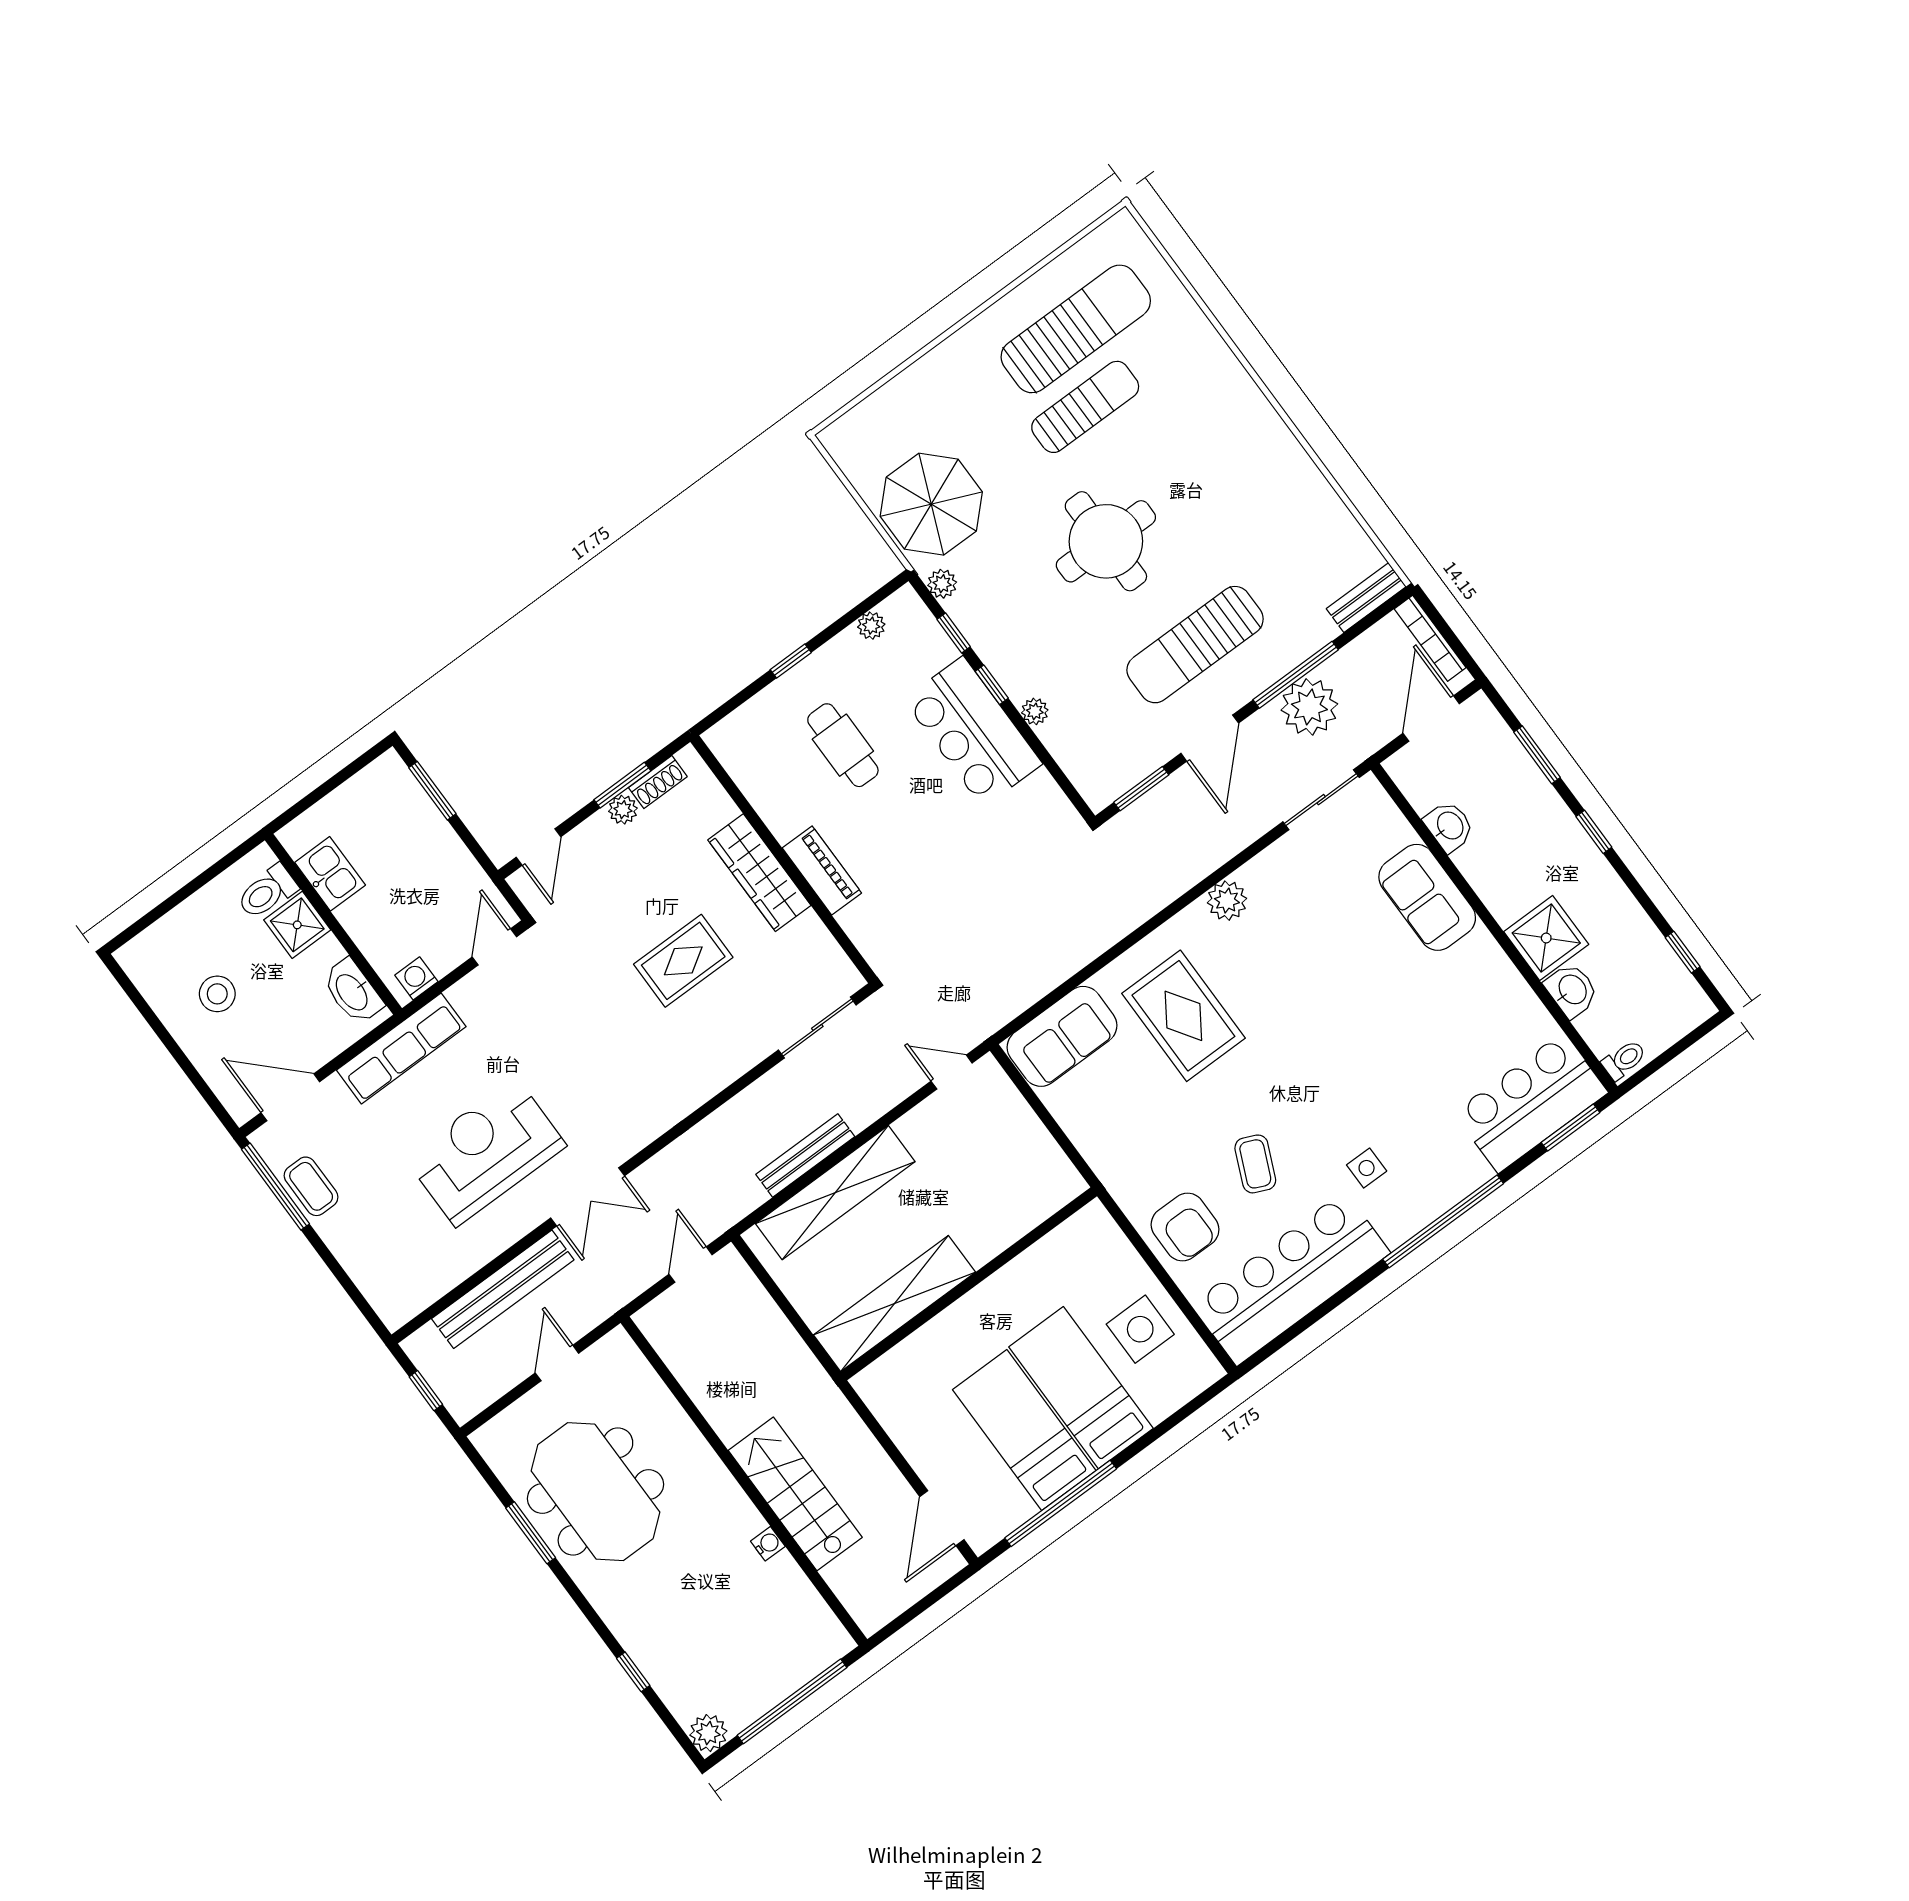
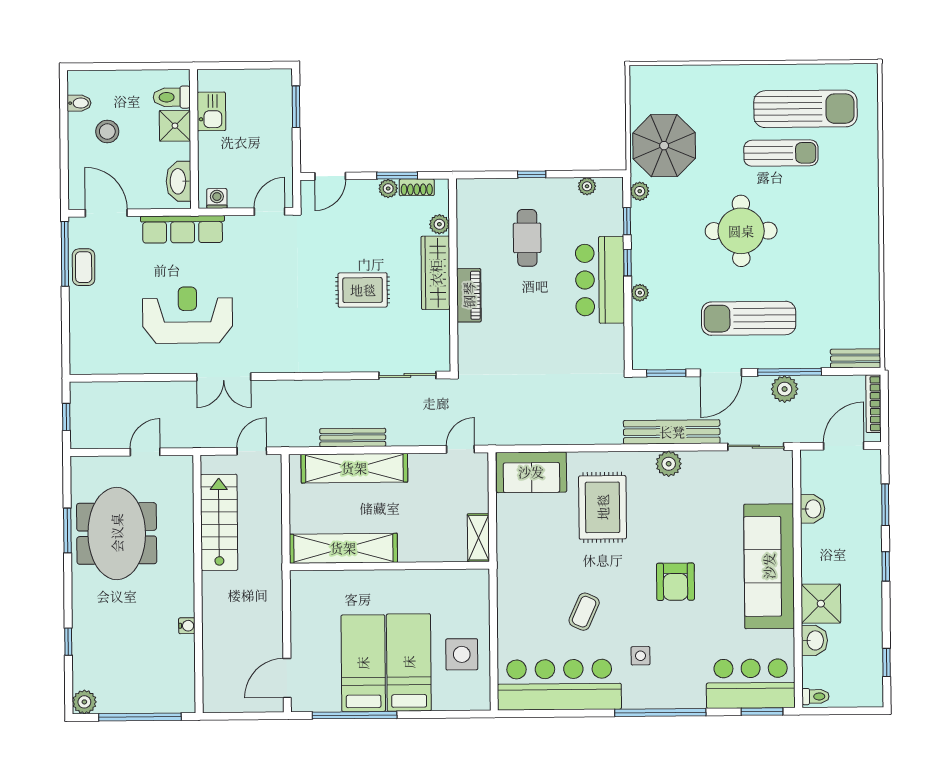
plant: (1309, 707) -> (785, 389), width x0.73, depth x0.73
plant: (720, 808) -> (439, 224), added
sofa: (1427, 897) -> (769, 566), width x1.85, depth x1.27
bidet: (156, 984) -> (79, 103), added
door: (952, 1072) -> (460, 449), hinge flipped
shelving: (1055, 1167) -> (478, 538), added
armchair: (1185, 1227) -> (675, 582), moved
bench: (503, 1289) -> (672, 432), moved
stairs: (795, 1494) -> (219, 522), moved

